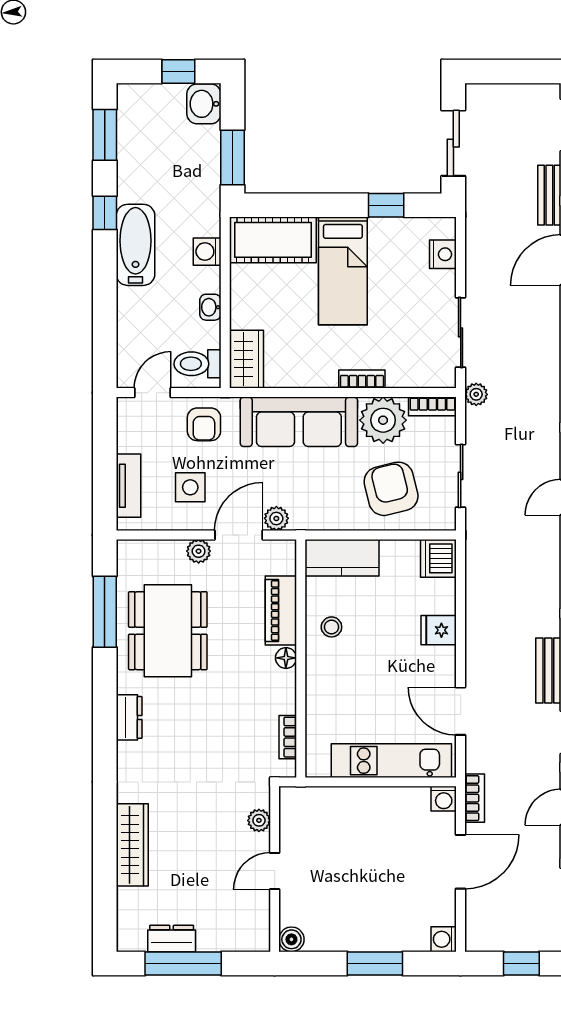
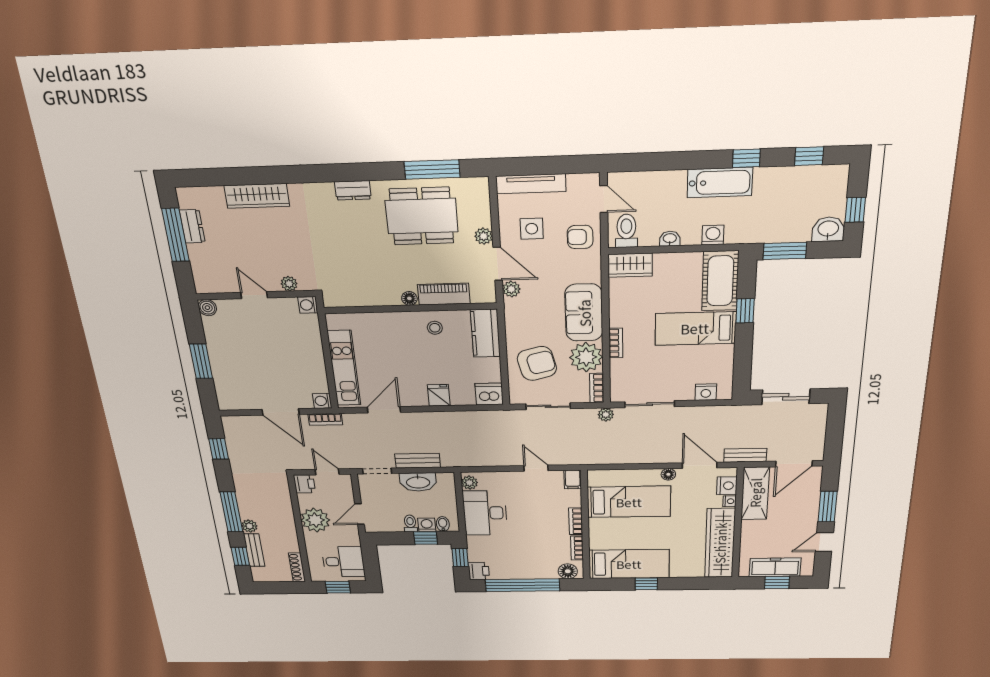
window: (105, 135) -> (809, 156), width x0.67
window: (386, 205) -> (745, 311), moved
sofa: (299, 422) -> (584, 313), width x0.73
tv unit: (128, 486) -> (531, 184), width x1.41
bookcase: (288, 737) -> (352, 301), removed
washing machine: (444, 939) -> (308, 305), moved, turned -90

